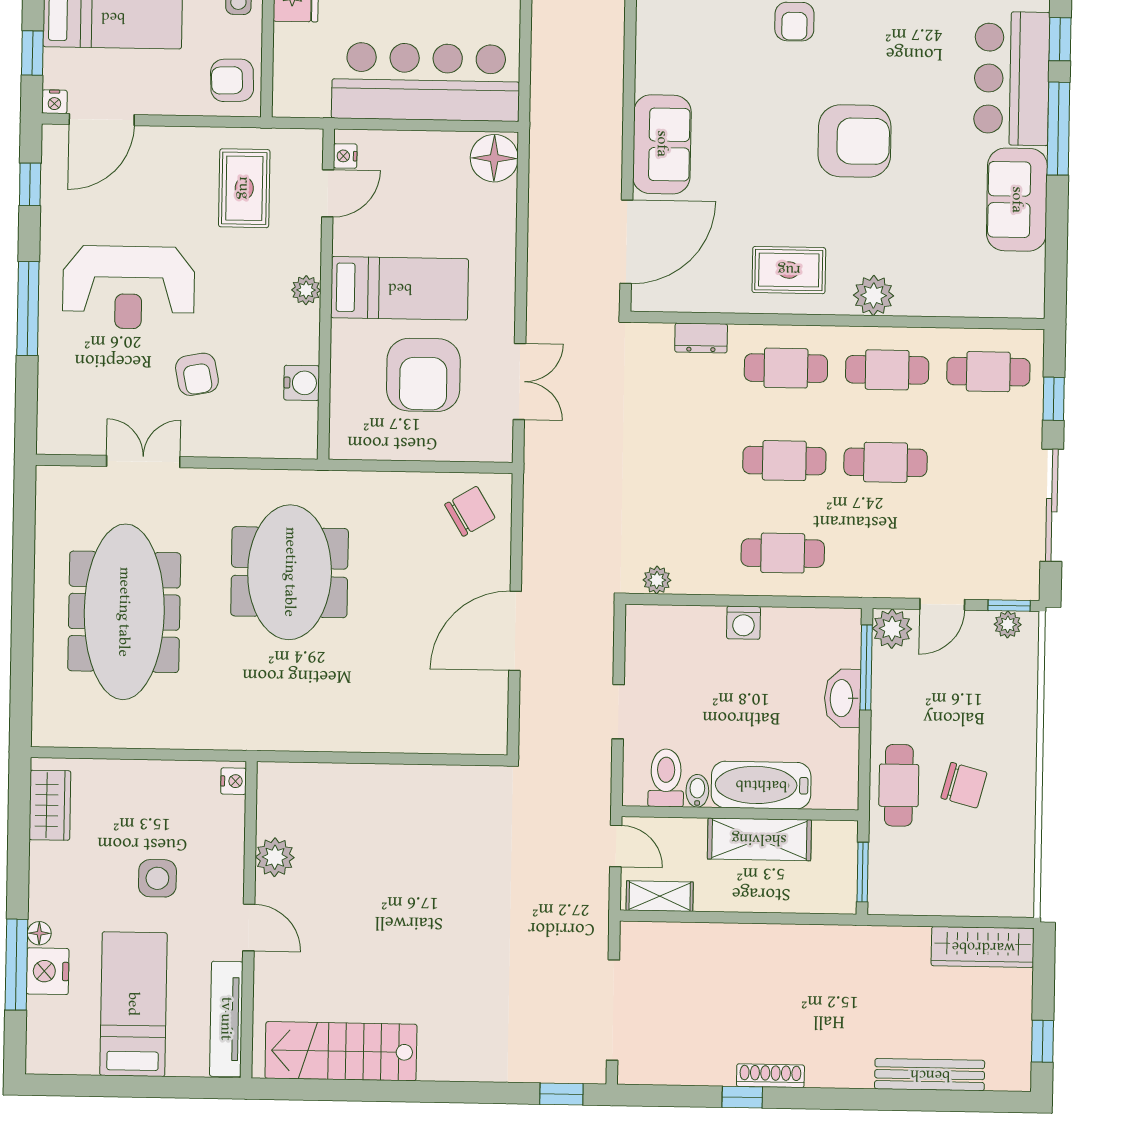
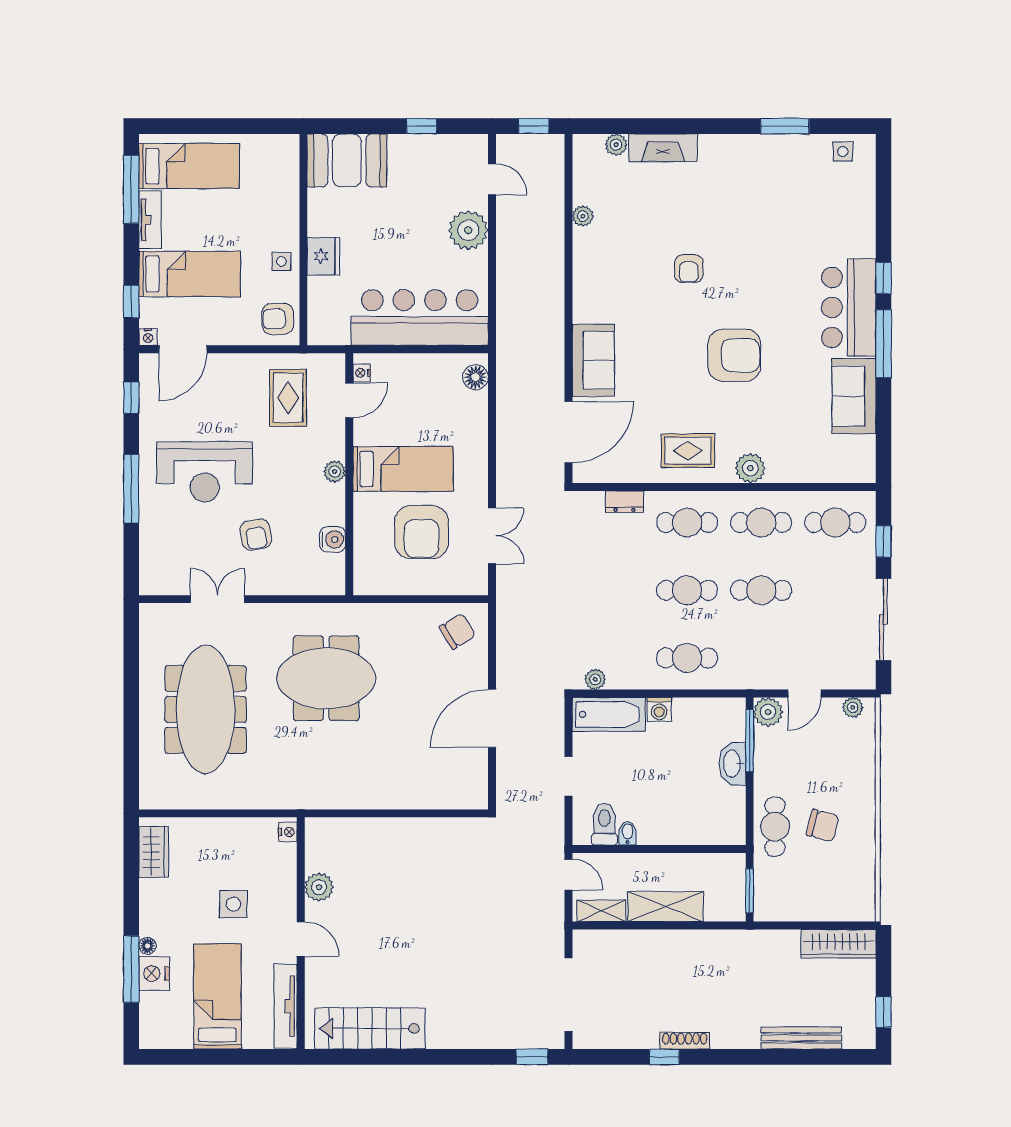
floor lamp: (494, 158) -> (475, 377), width x0.73, depth x0.73
meeting table: (290, 572) -> (326, 678), turned 90
window: (1009, 606) -> (853, 694), removed
bathtub: (761, 785) -> (609, 714), moved, turned 180
shelving: (759, 839) -> (665, 907), moved

